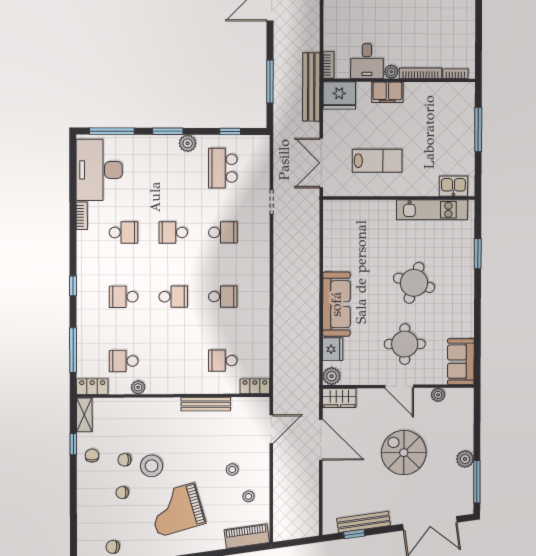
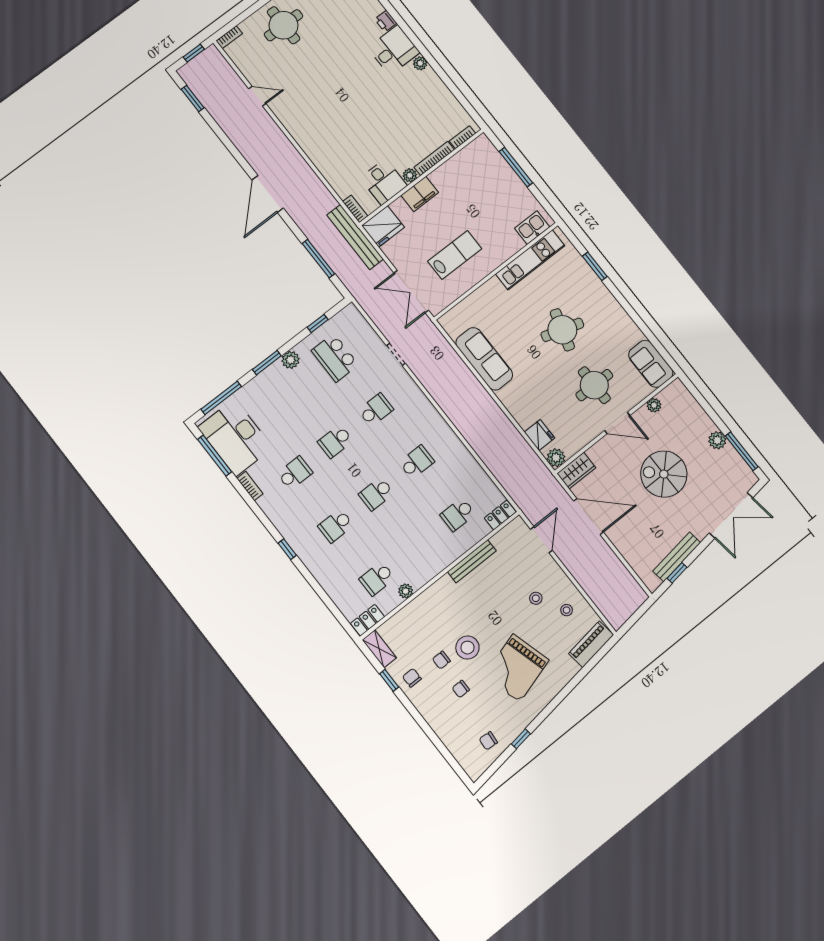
school desk: (173, 297) -> (376, 494), turned 180
sofa: (336, 304) -> (484, 359), moved
window: (73, 350) -> (215, 456), moved

